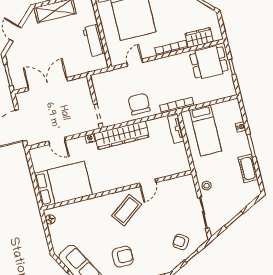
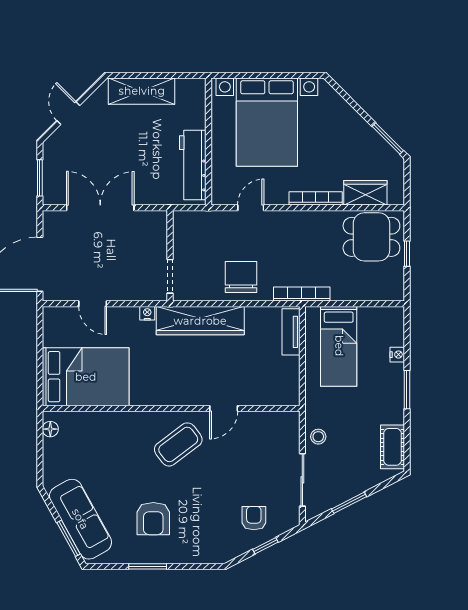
workbench: (94, 41) -> (193, 165), width x1.38
cot: (248, 168) -> (392, 447), moved
armchair: (181, 242) -> (254, 518), turned 58
armchair: (123, 257) -> (153, 519), turned 90

